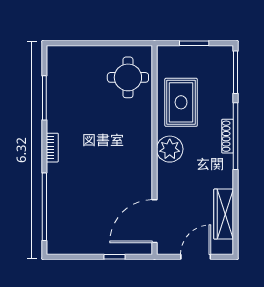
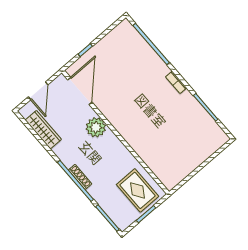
round table: (128, 77) -> (167, 161), removed
rug: (181, 102) -> (138, 190), moved
plant: (170, 149) -> (96, 127), moved

